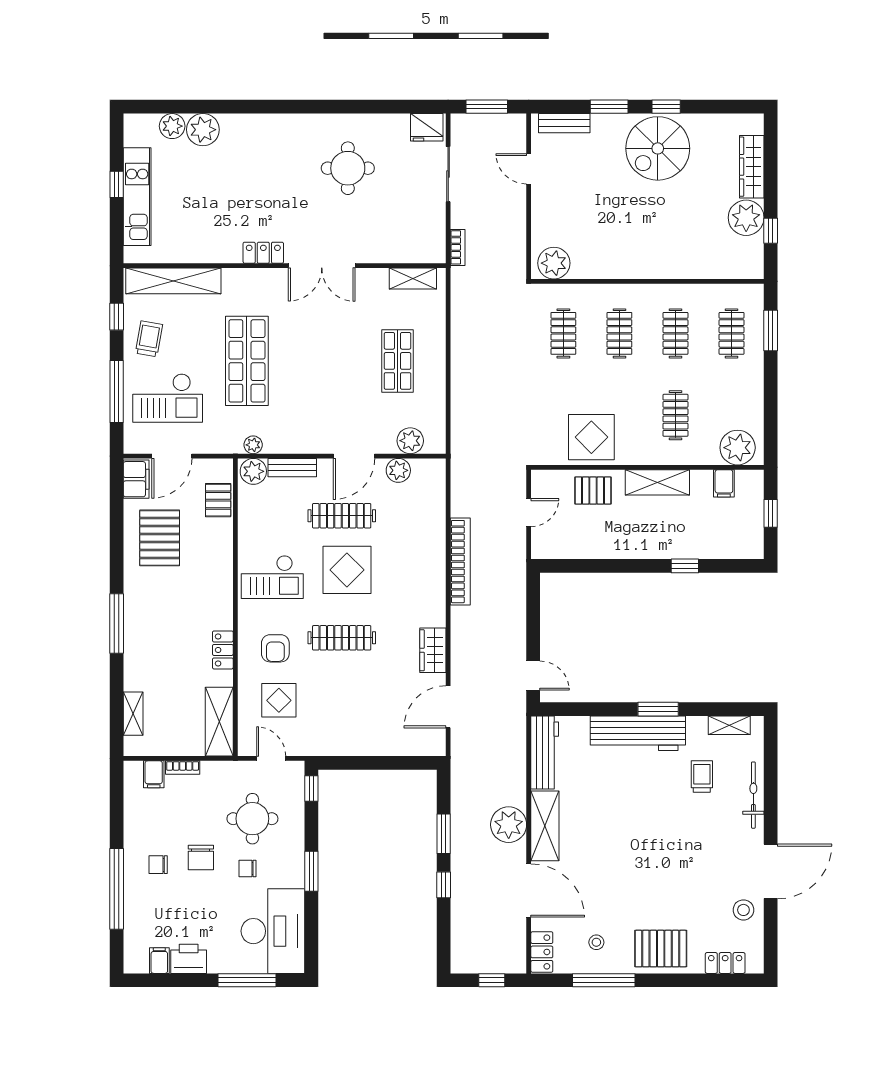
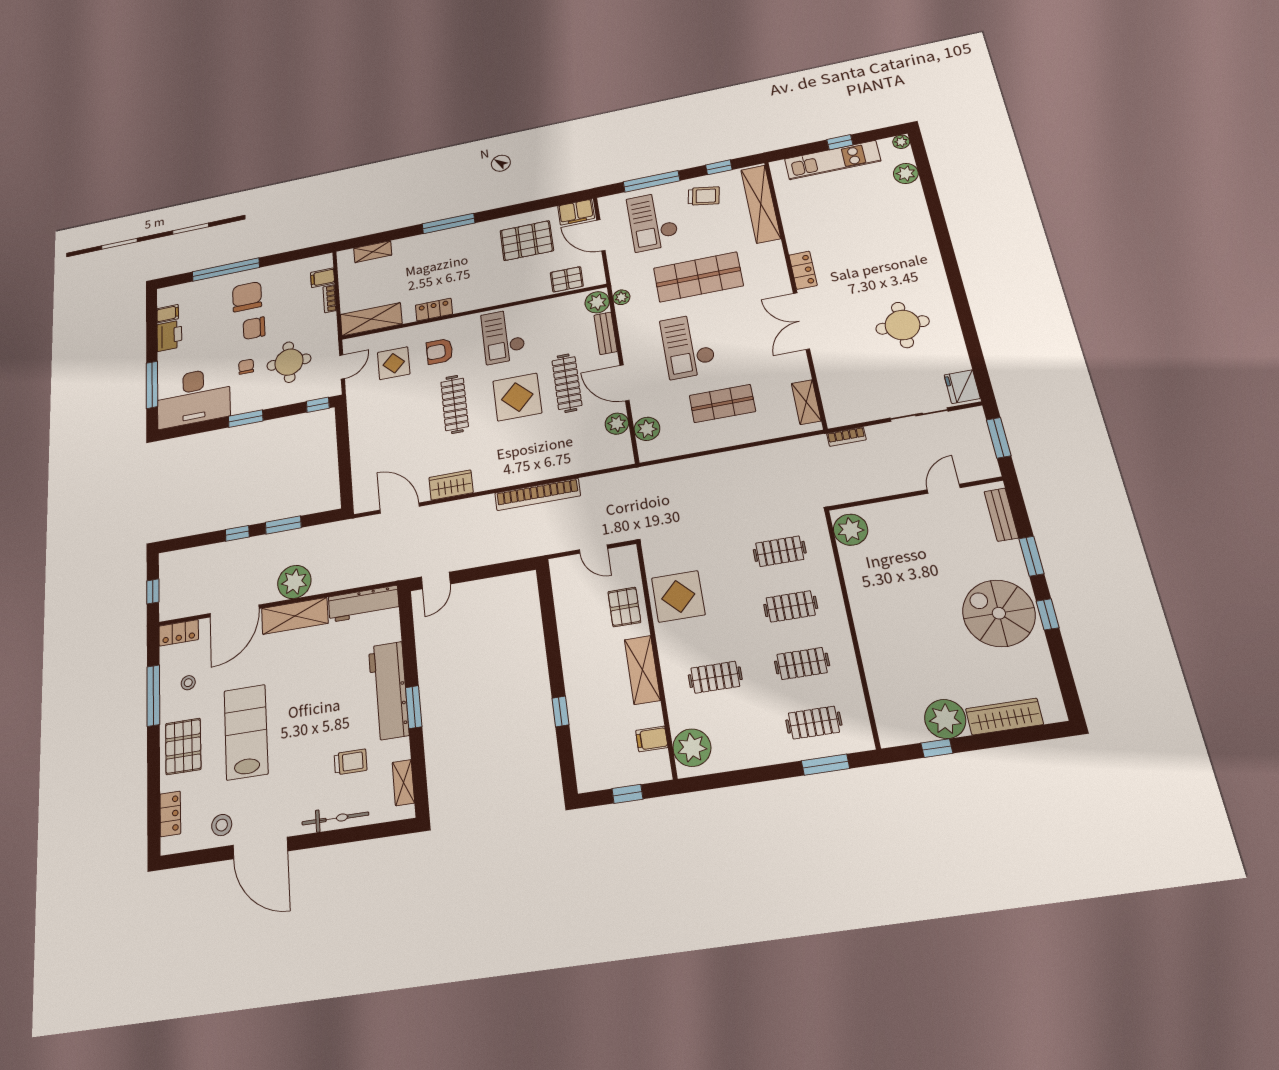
plant: (203, 130) -> (901, 142), moved, width x0.53, depth x0.53
checkout: (326, 385) -> (688, 346), added
chair: (158, 865) -> (247, 297), width x1.87, depth x1.87
lab bench: (656, 882) -> (246, 732), added

